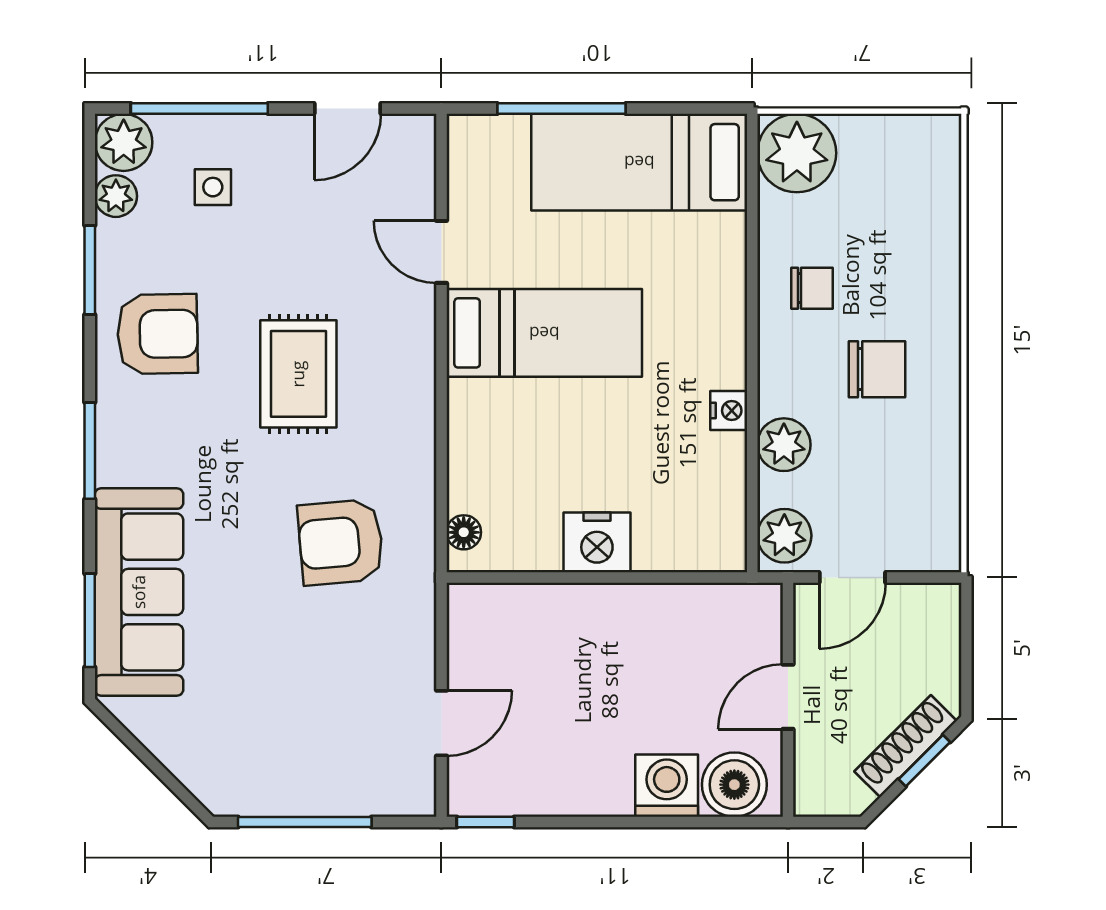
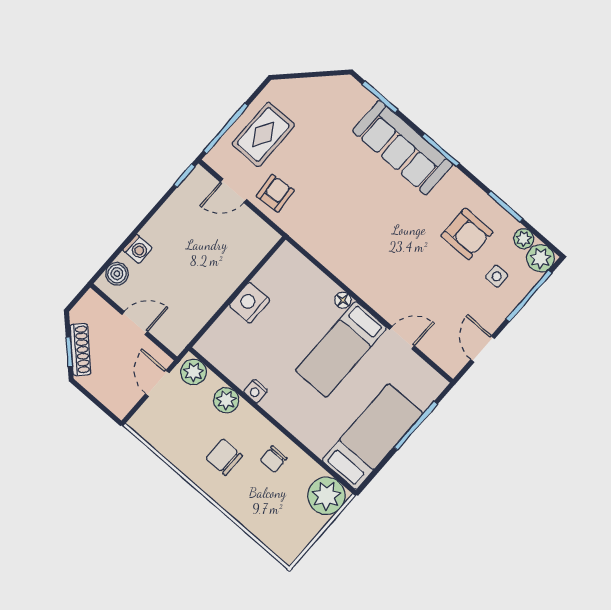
armchair: (158, 334) -> (467, 234), moved, turned -89
chair: (877, 369) -> (224, 457), turned 90
rug: (298, 374) -> (263, 134), moved, turned 90
floor lamp: (464, 532) -> (343, 300), moved
armchair: (341, 542) -> (275, 193), moved, width x0.72, depth x0.72
sofa: (139, 592) -> (402, 148), moved
door: (788, 697) -> (135, 323), hinge flipped
door: (441, 723) -> (233, 191), hinge flipped
boiler: (734, 785) -> (117, 274), width x0.73, depth x0.73
washing machine: (667, 786) -> (138, 249), width x0.73, depth x0.73
window: (305, 822) -> (226, 128), moved

